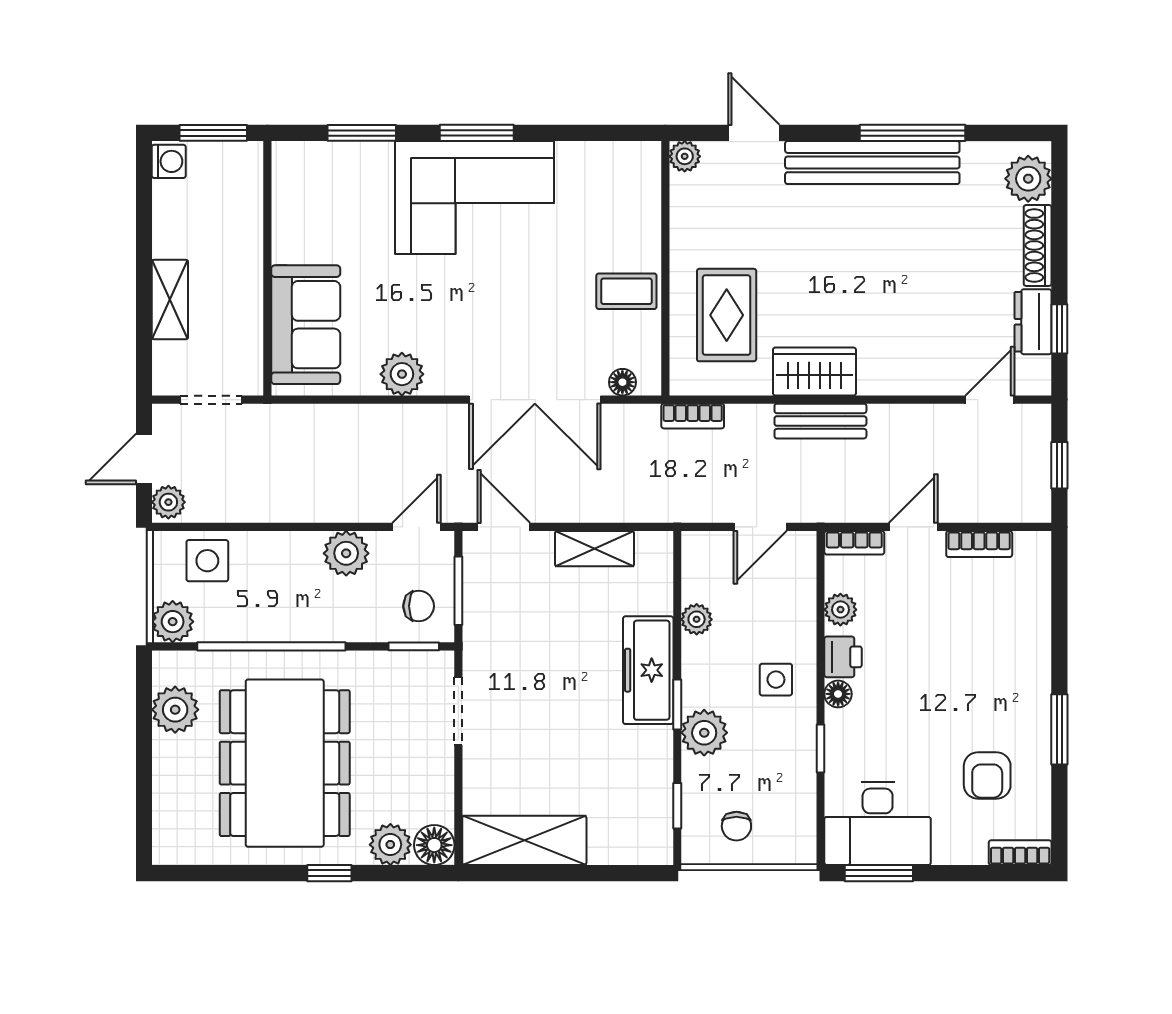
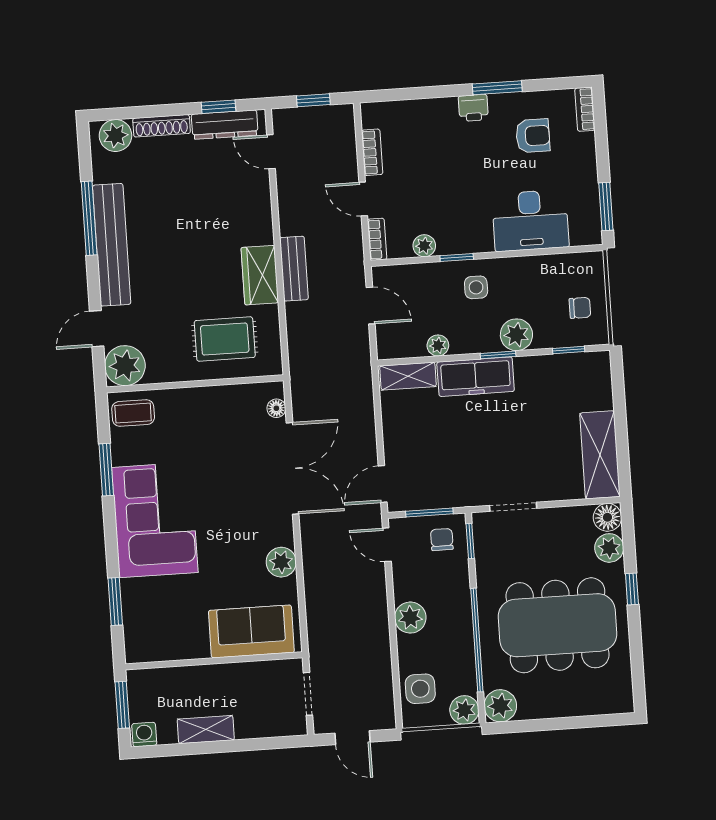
window: (477, 133) -> (106, 470), moved
plant: (685, 156) -> (125, 366), width x1.87, depth x1.87
coffee table: (626, 291) -> (133, 413), moved, turned 90
shelving: (170, 300) -> (206, 730), moved
dresser: (1033, 322) -> (225, 125), width x1.44
bookcase: (693, 416) -> (297, 358), removed
plant: (168, 502) -> (381, 719), removed
shelving: (595, 549) -> (408, 376), moved, turned 90
plant: (346, 553) -> (410, 618), moved
printer: (843, 657) -> (473, 108), moved, turned 180
floor lamp: (838, 694) -> (483, 243), removed
plant: (175, 710) -> (500, 706), moved
window: (821, 748) -> (457, 257), moved
desk: (878, 823) -> (530, 221), moved, turned 90

